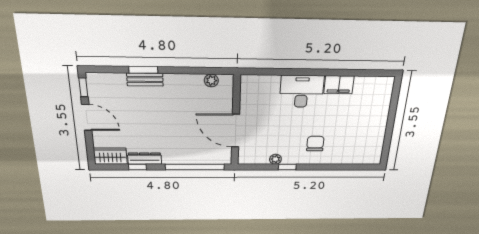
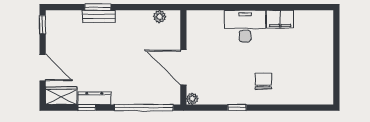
door: (87, 117) -> (43, 68), moved
plant: (275, 159) -> (192, 99), moved

